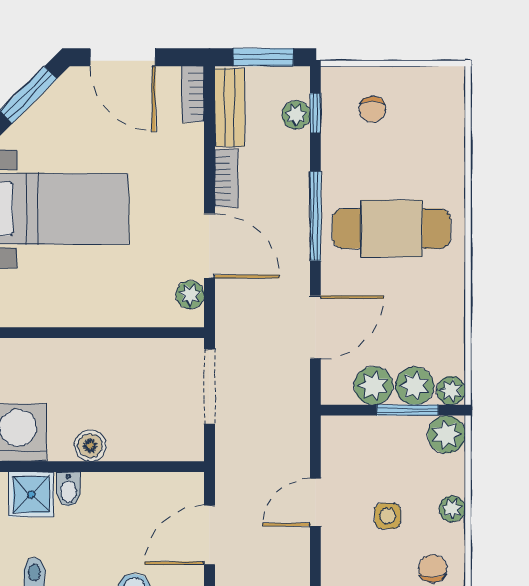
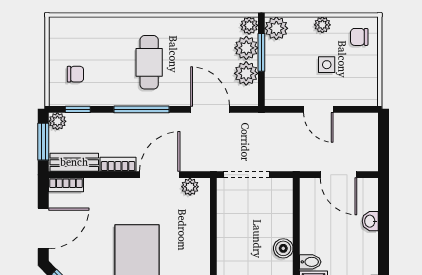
plant: (296, 115) -> (57, 121), moved
cafe table: (391, 229) -> (149, 62), width x0.73, depth x0.74

